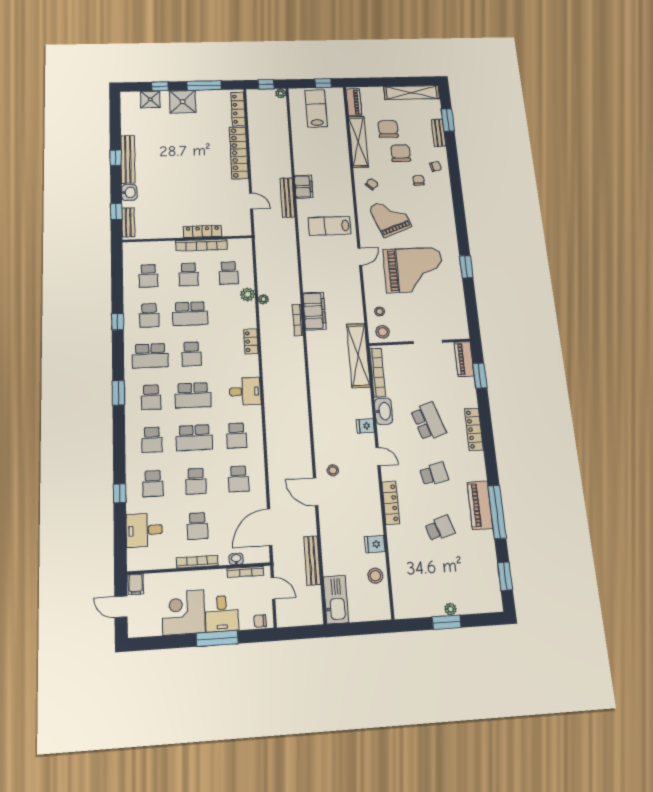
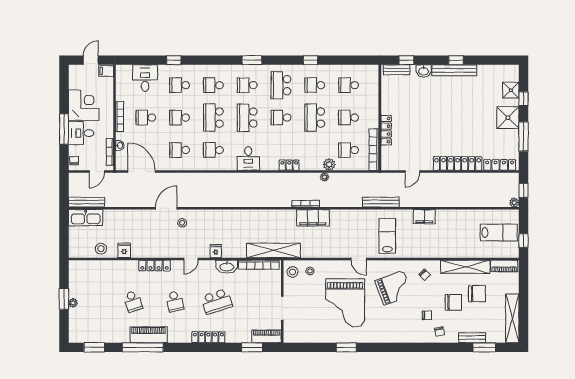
bench: (287, 198) -> (381, 202), moved
bookcase: (202, 245) -> (374, 150), moved
bench: (312, 560) -> (87, 202), moved

